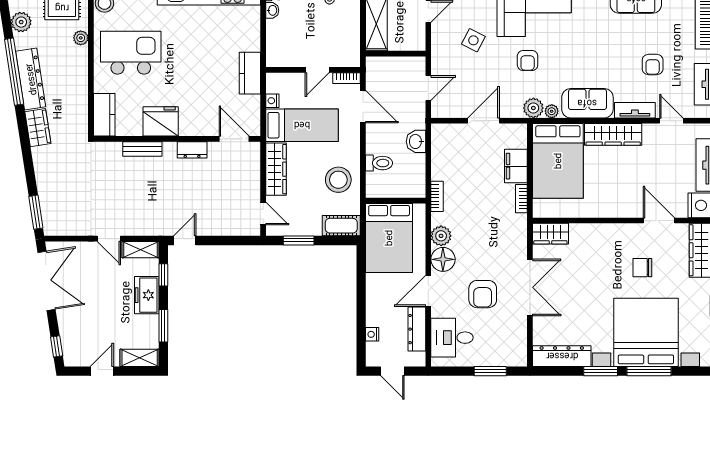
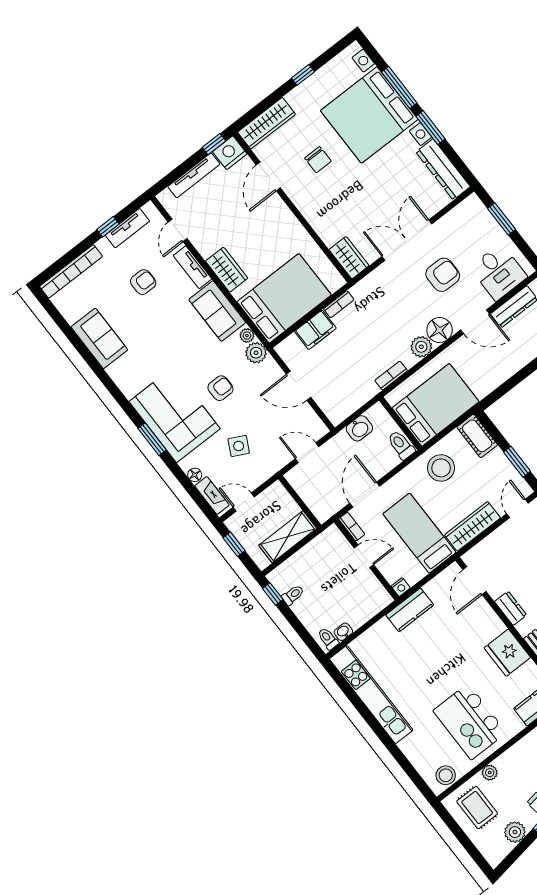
nightstand: (272, 101) -> (401, 587), moved
wardrobe: (613, 134) -> (227, 270), width x0.67
wall: (396, 201) -> (400, 424), moved
bed: (389, 238) -> (436, 405), moved

